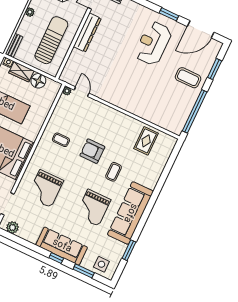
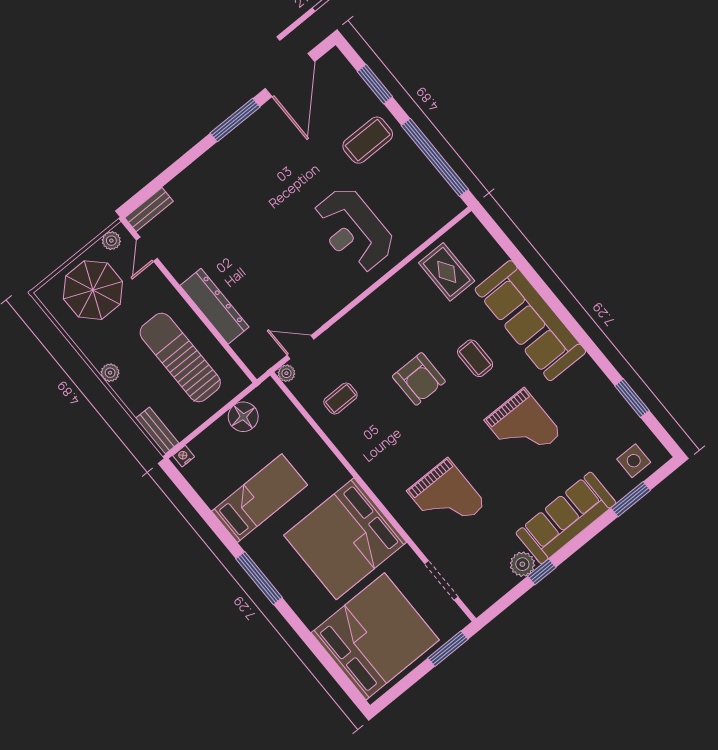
window: (169, 14) -> (235, 120), width x1.44
dresser: (87, 33) -> (215, 306), moved
reception desk: (153, 43) -> (353, 230), moved
wardrobe: (21, 72) -> (212, 440), removed
coffee table: (61, 140) -> (340, 399), moved
armchair: (92, 151) -> (419, 379), turned -90
sofa: (130, 213) -> (530, 321), moved
plant: (12, 227) -> (522, 564), moved
window: (56, 258) -> (542, 572), moved

